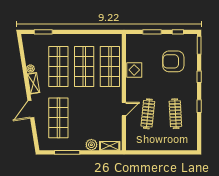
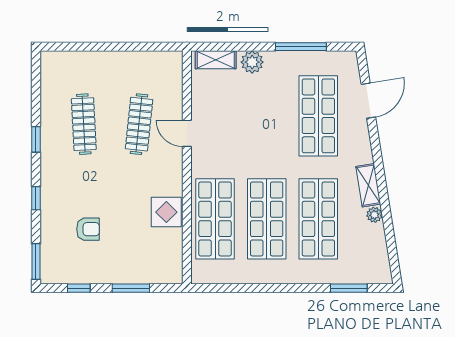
armchair: (173, 61) -> (88, 229), width x0.53, depth x0.53
door: (31, 109) -> (368, 101), moved
door: (124, 109) -> (187, 133), hinge flipped

